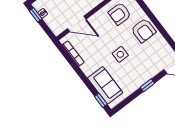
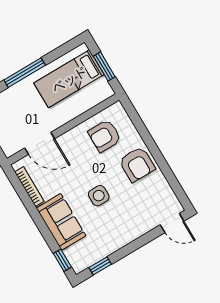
sofa: (105, 85) -> (61, 222), moved
window: (147, 85) -> (100, 266), moved

